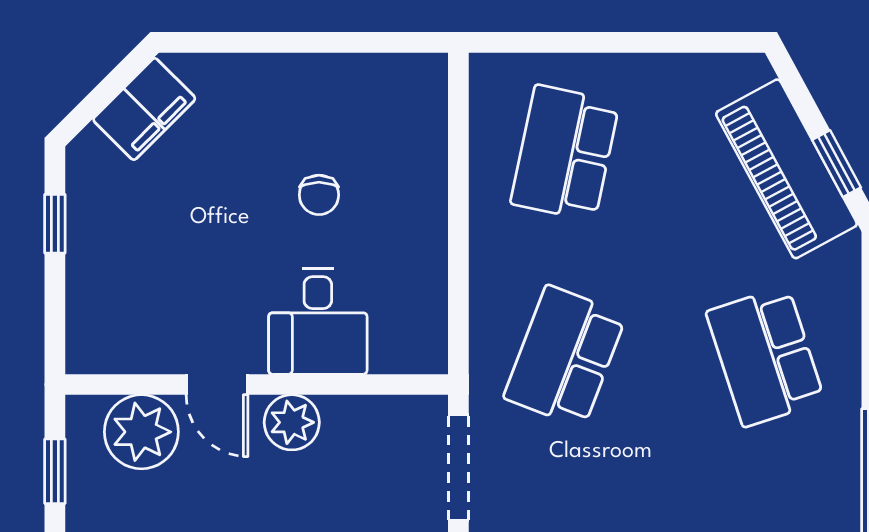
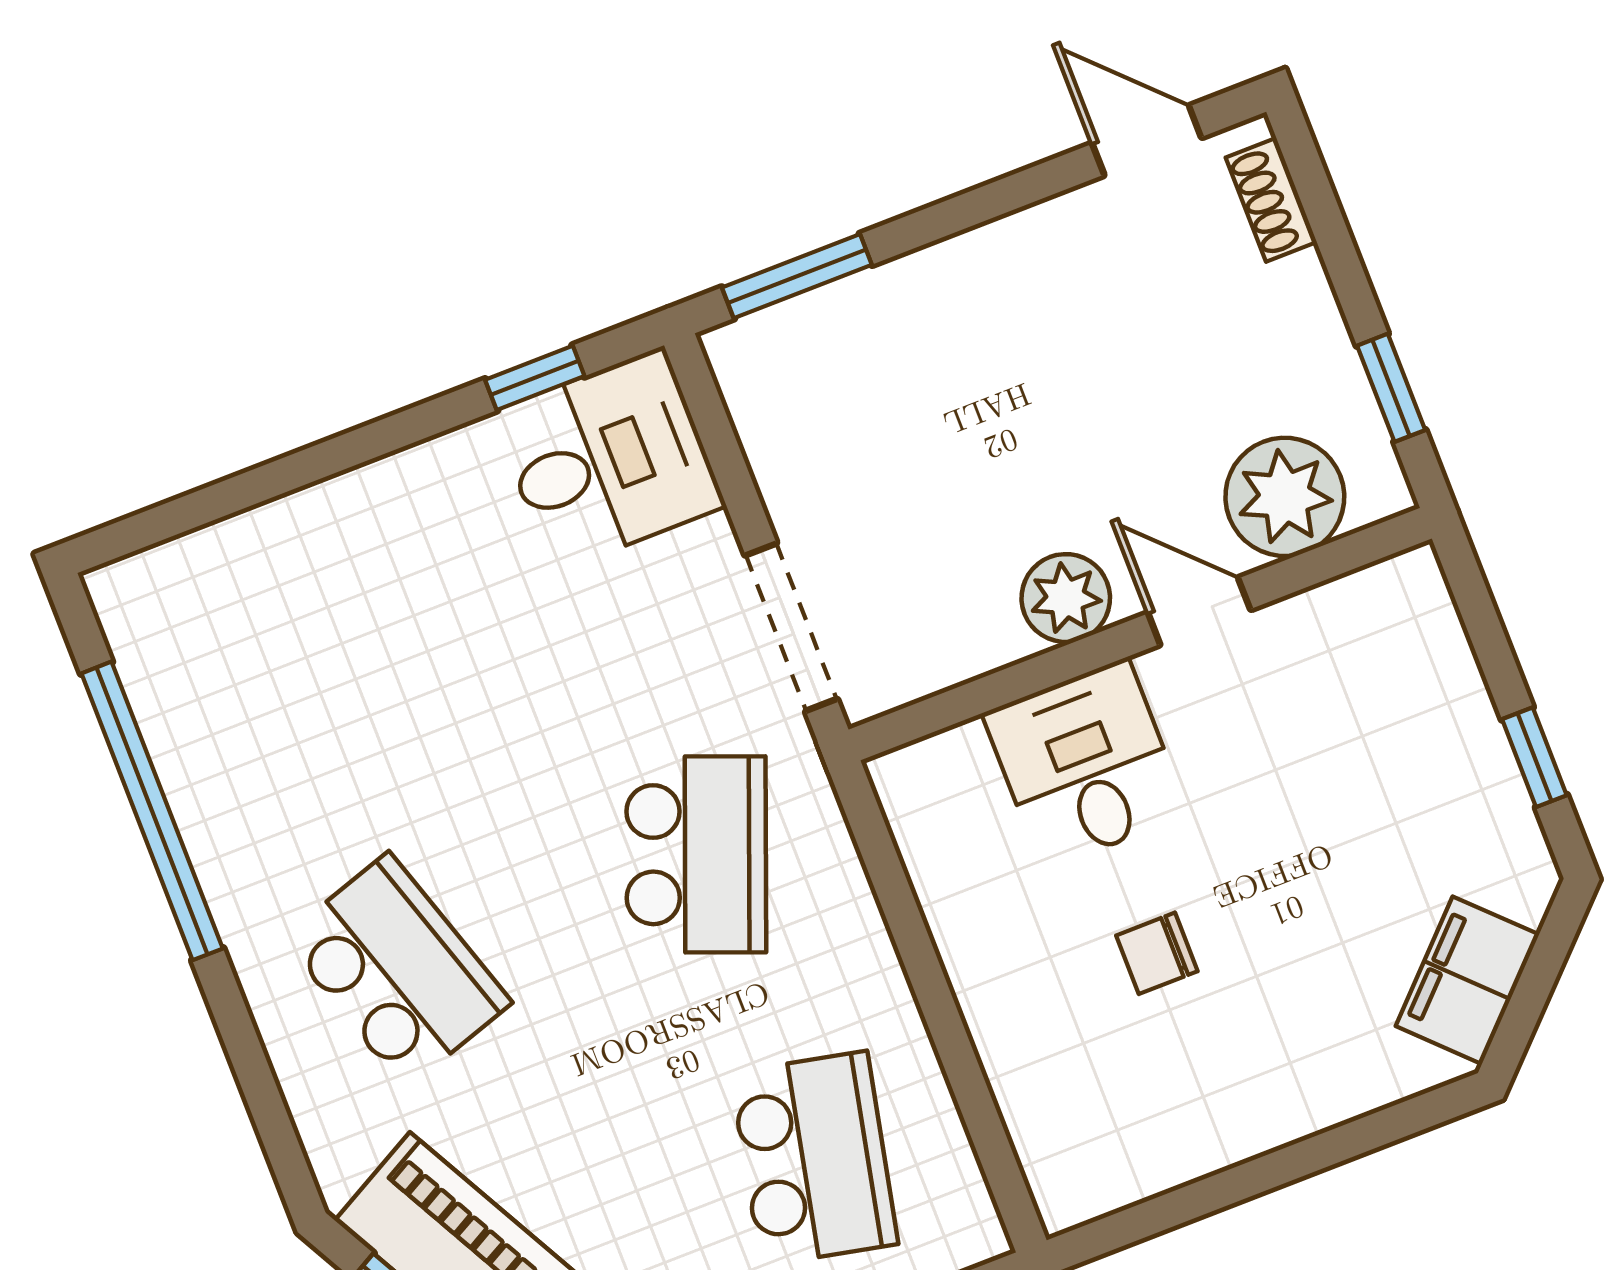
chair: (319, 195) -> (1157, 953), turned -90

